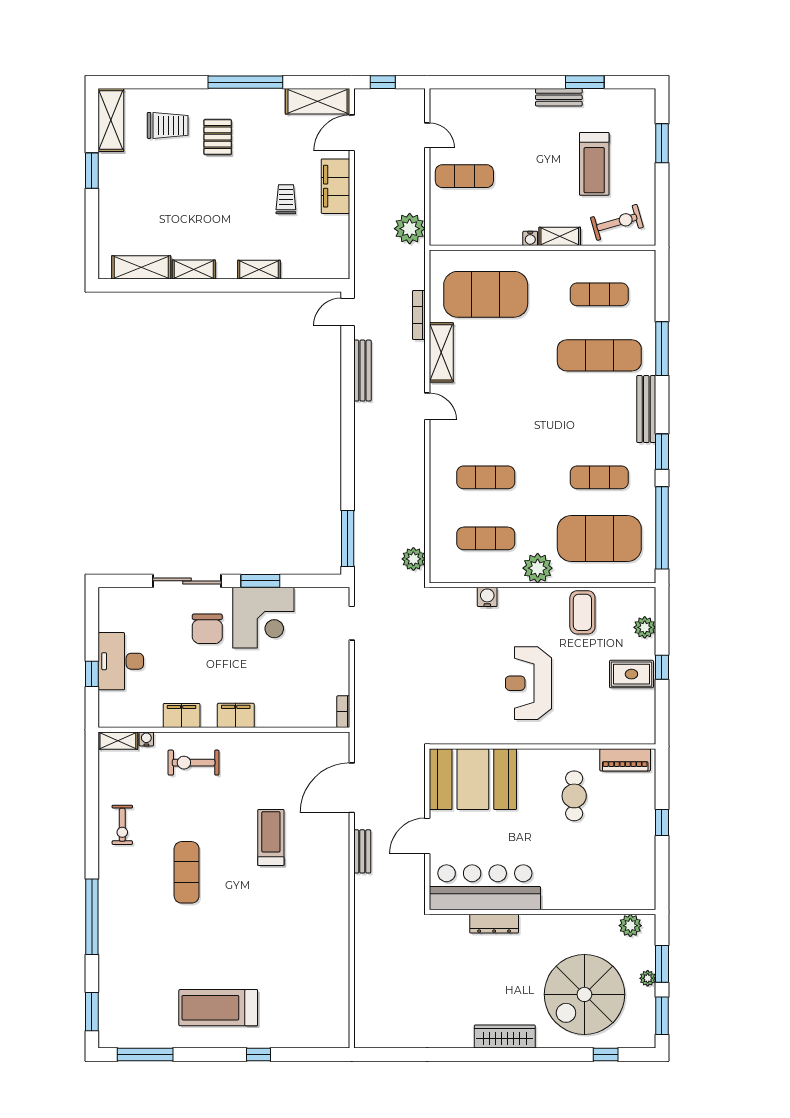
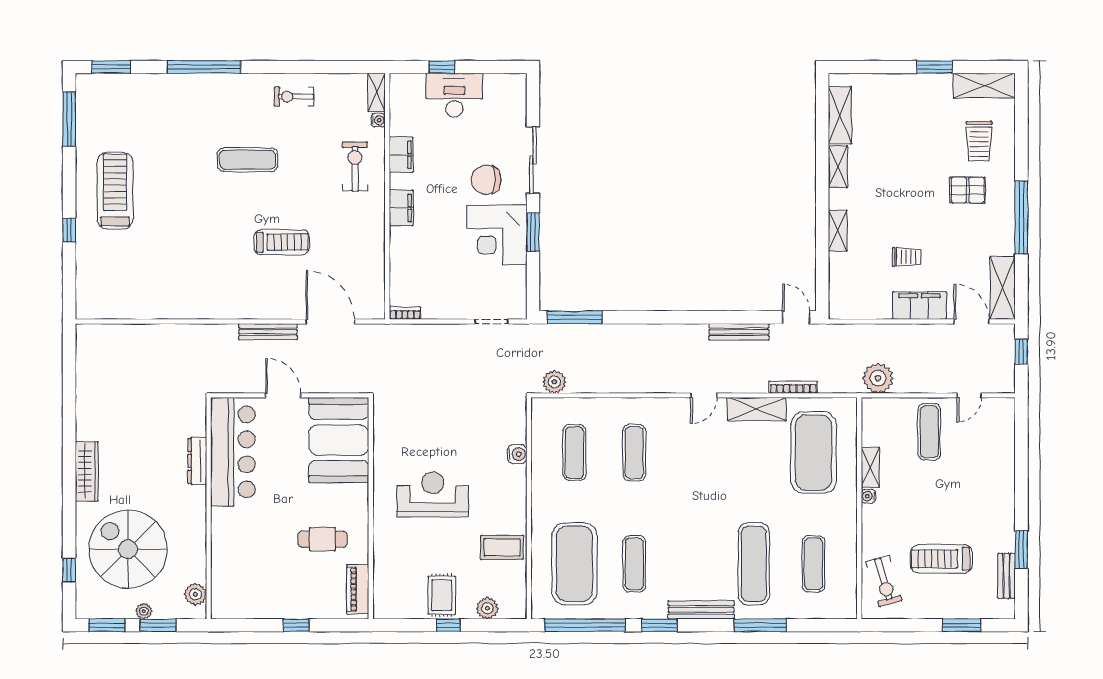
bench: (559, 97) -> (1007, 576), moved
shelving: (560, 236) -> (870, 467), moved
plant: (538, 568) -> (545, 503), removed
bench: (362, 851) -> (268, 332), width x1.36

